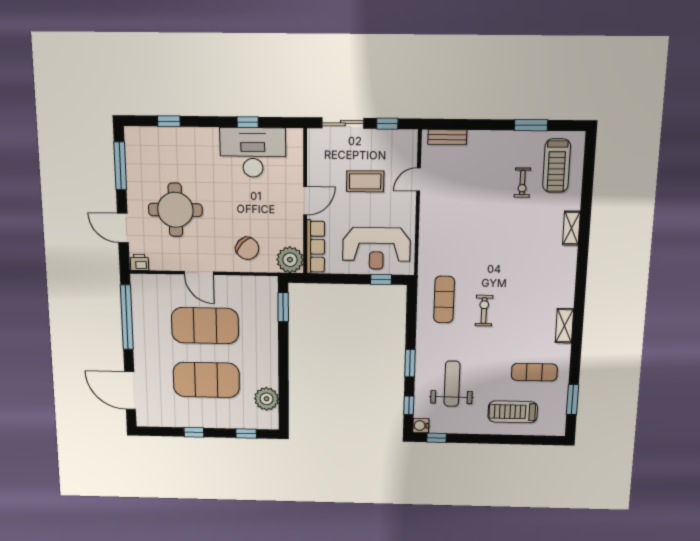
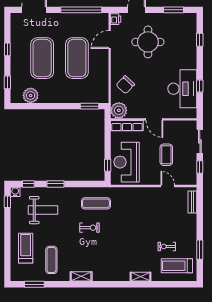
window: (120, 166) -> (173, 10), width x0.69
door: (199, 273) -> (110, 39), moved

